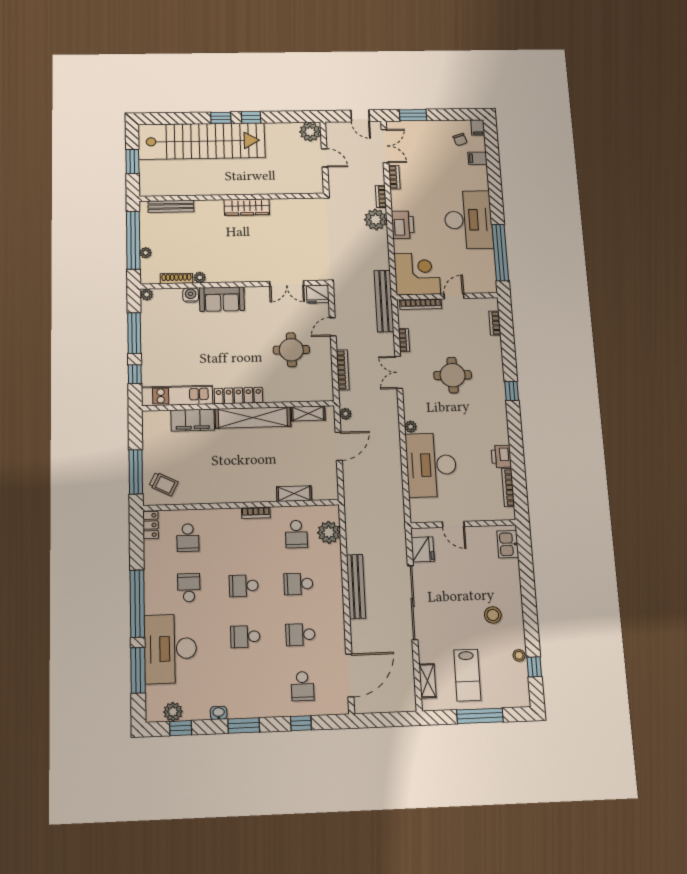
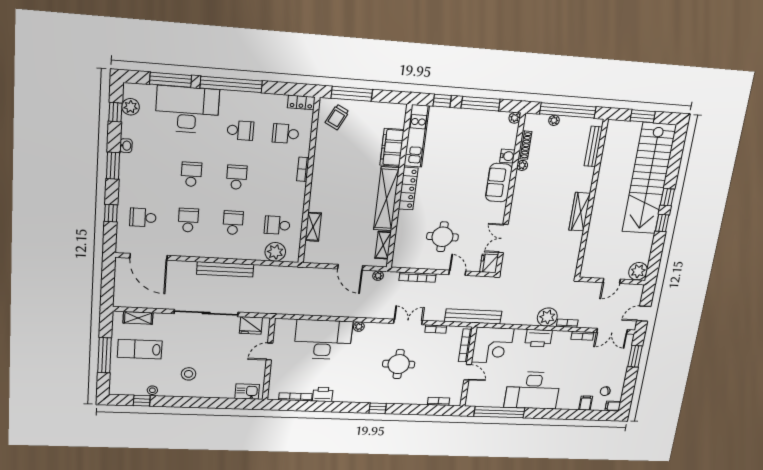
bookcase: (256, 513) -> (303, 169), moved

